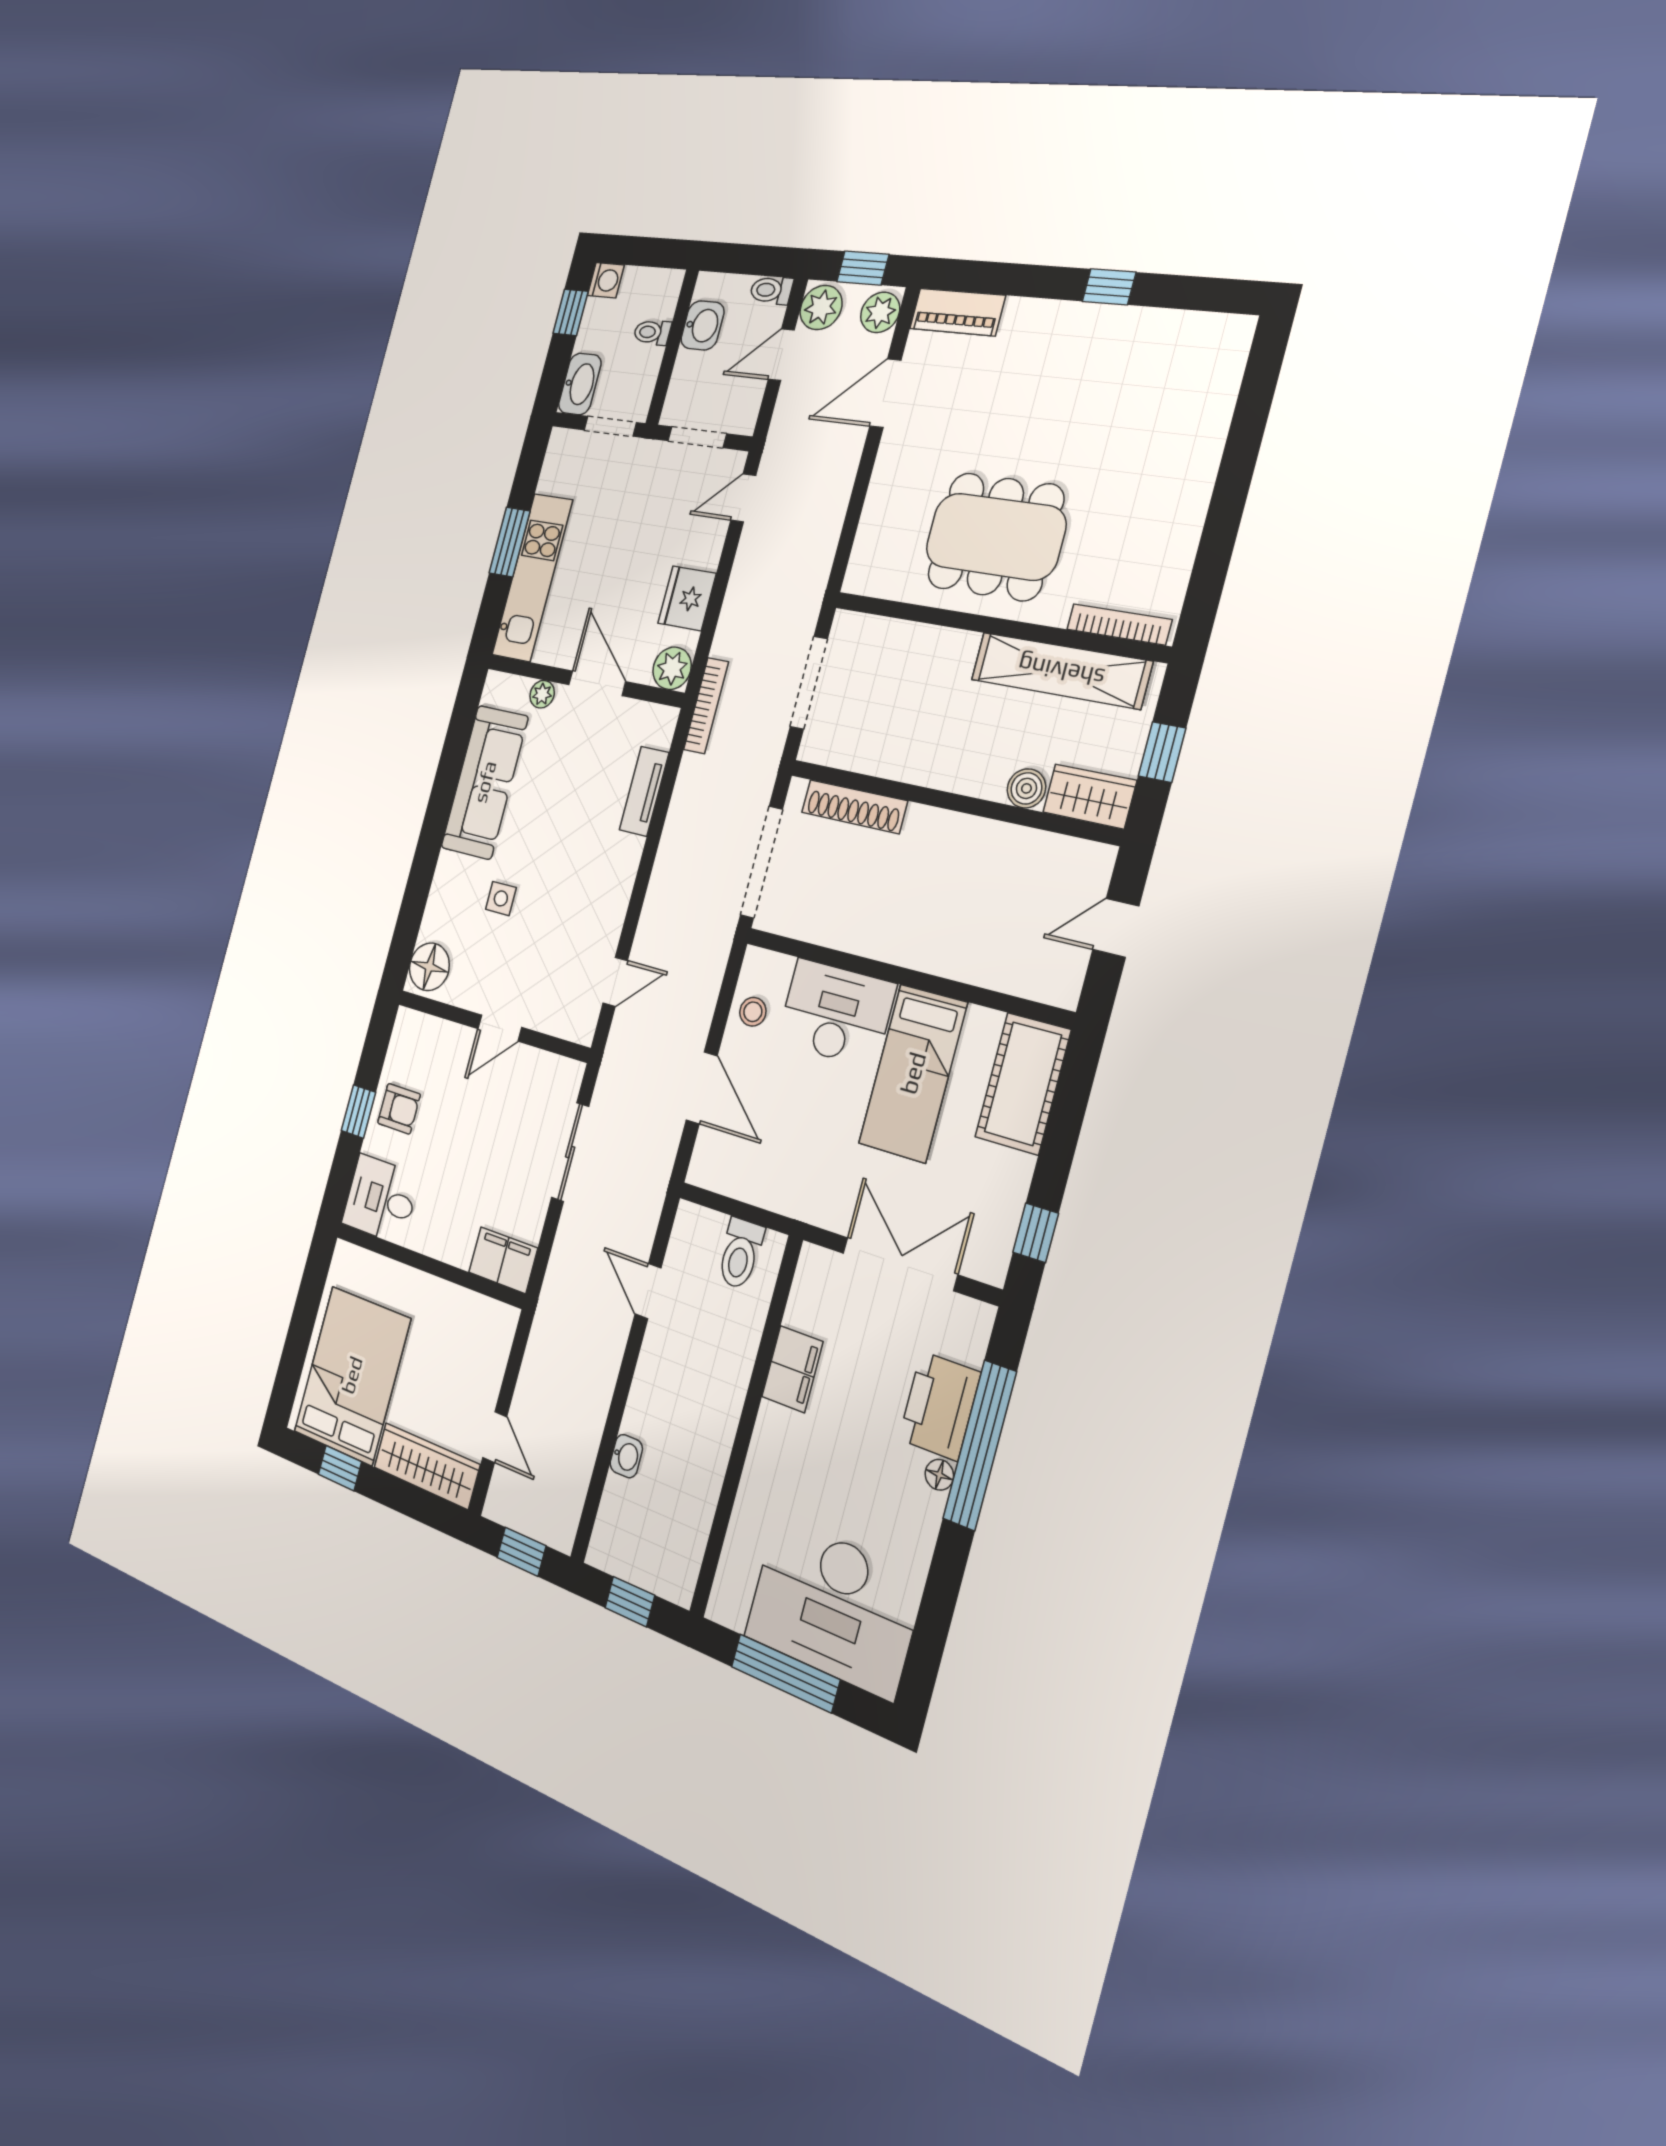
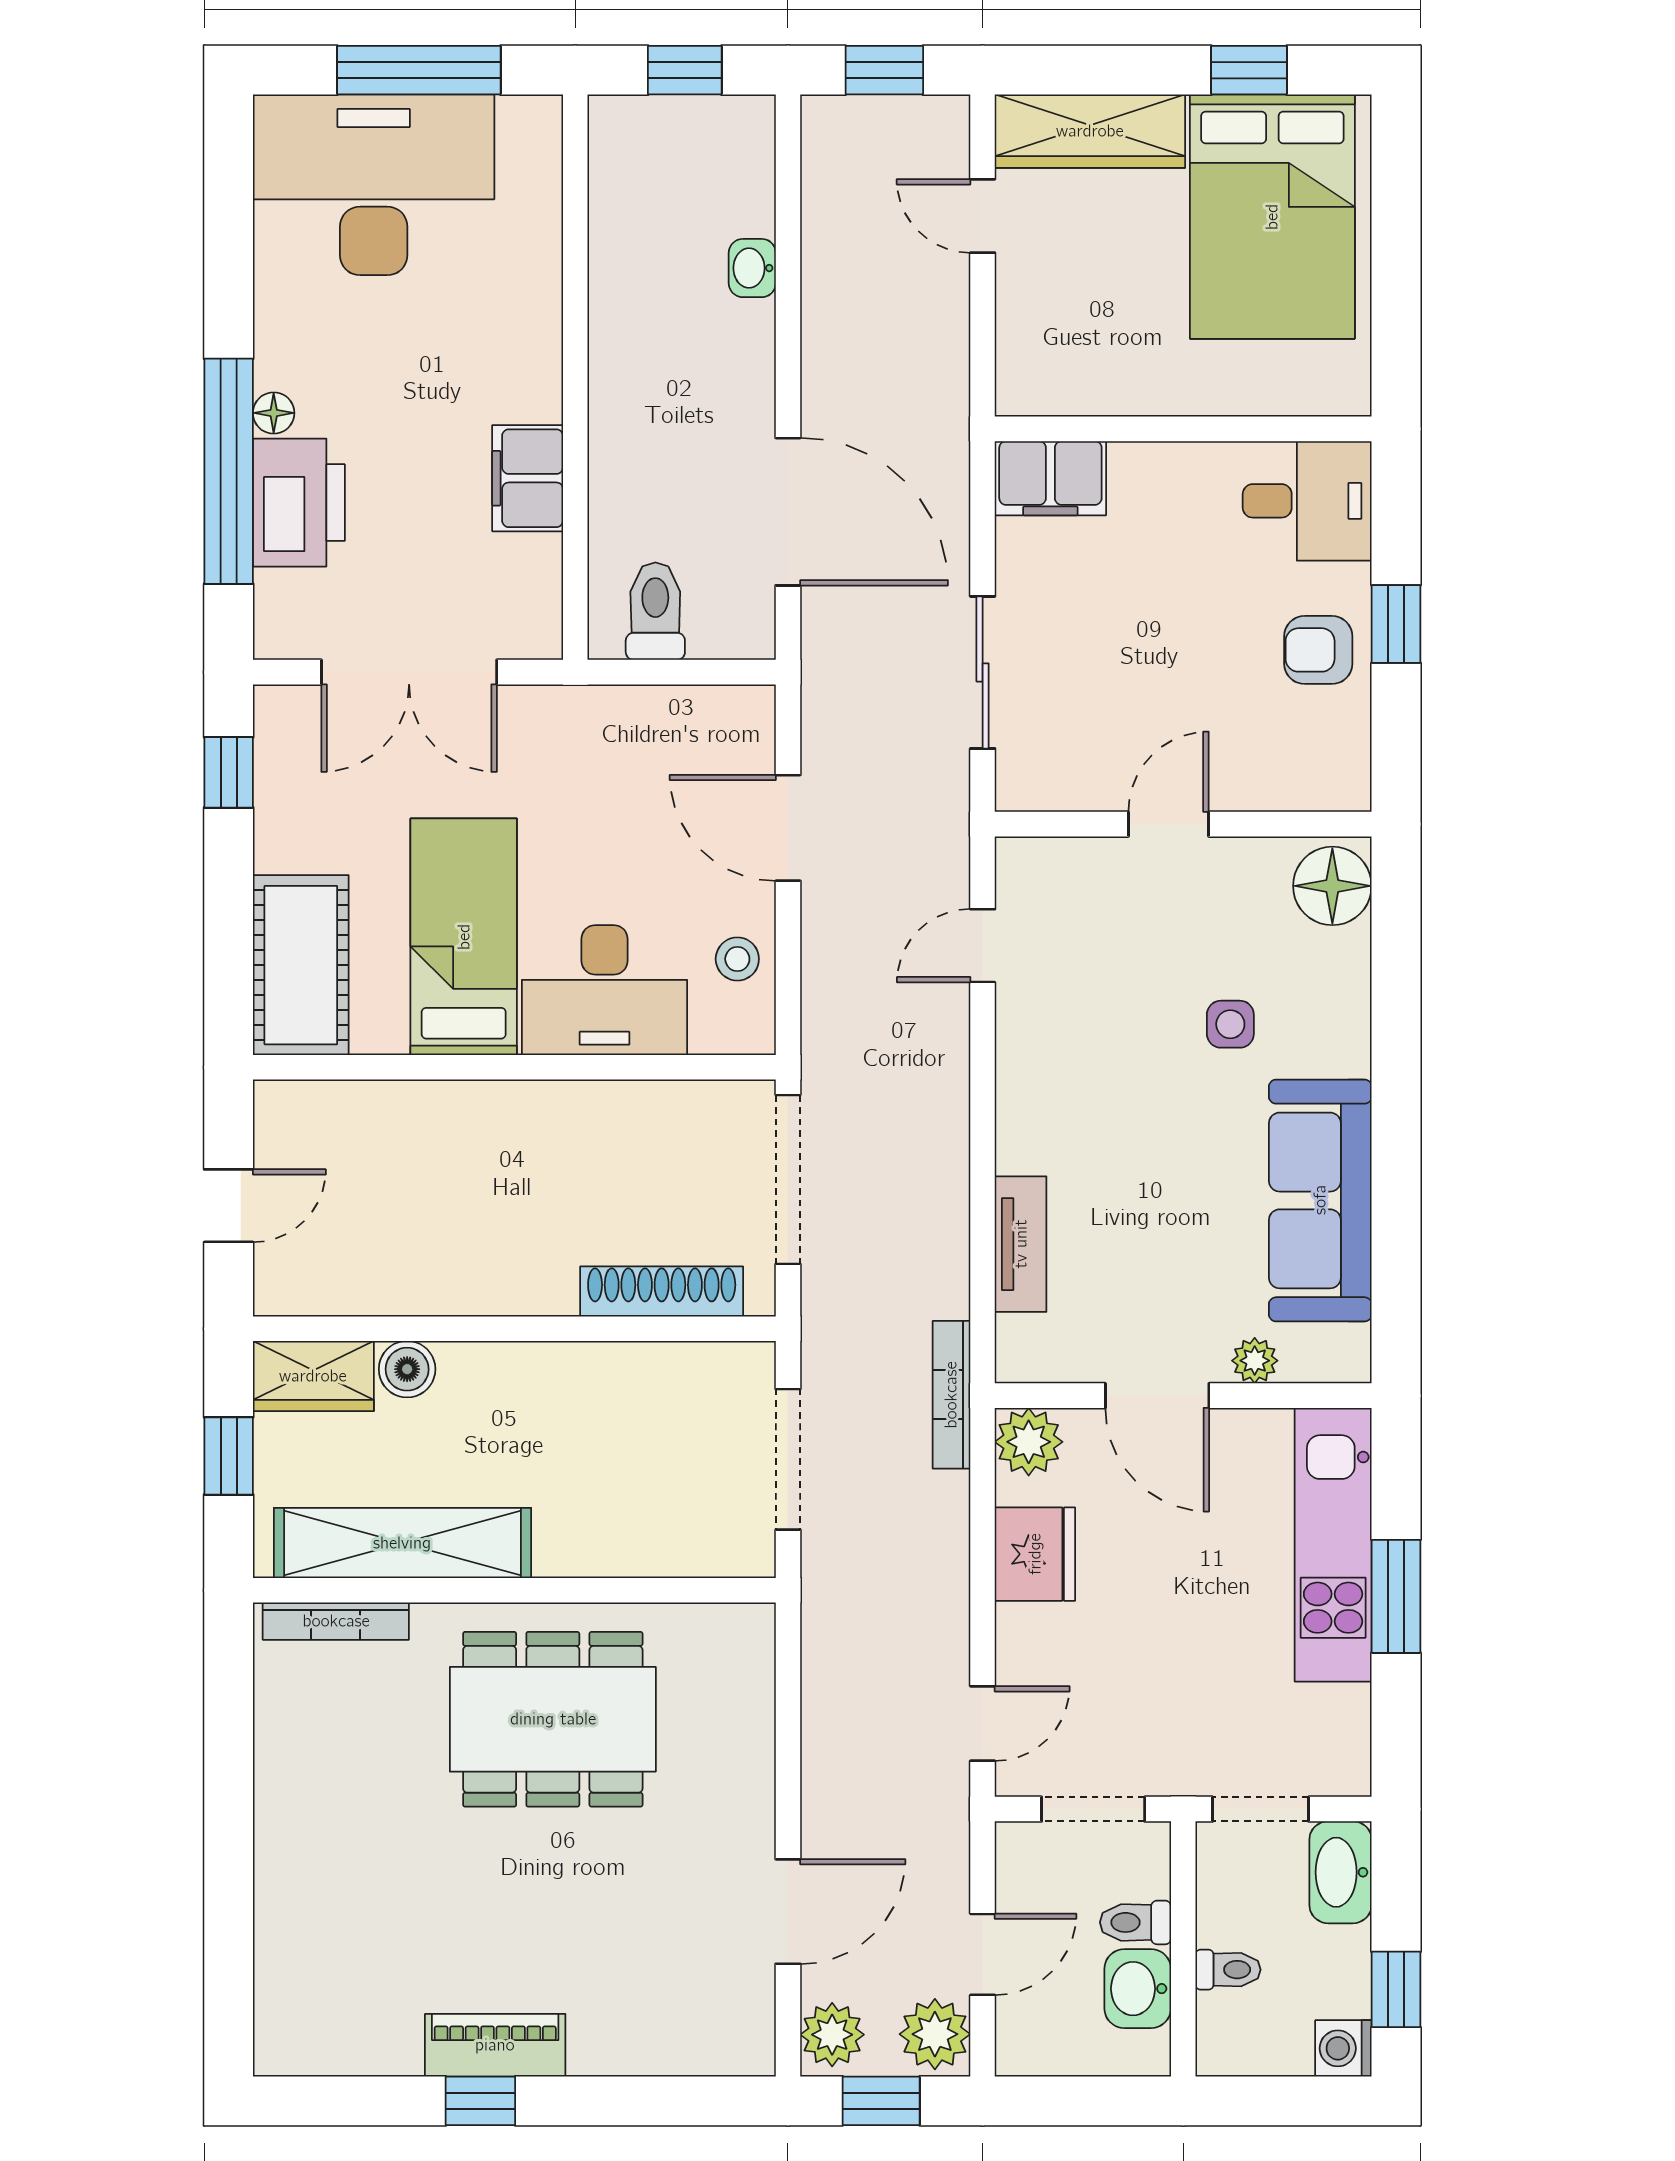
toilet: (771, 290) -> (1135, 1922), moved, turned 180
piano: (957, 312) -> (495, 2045), moved
door: (648, 1291) -> (788, 512), width x1.88

